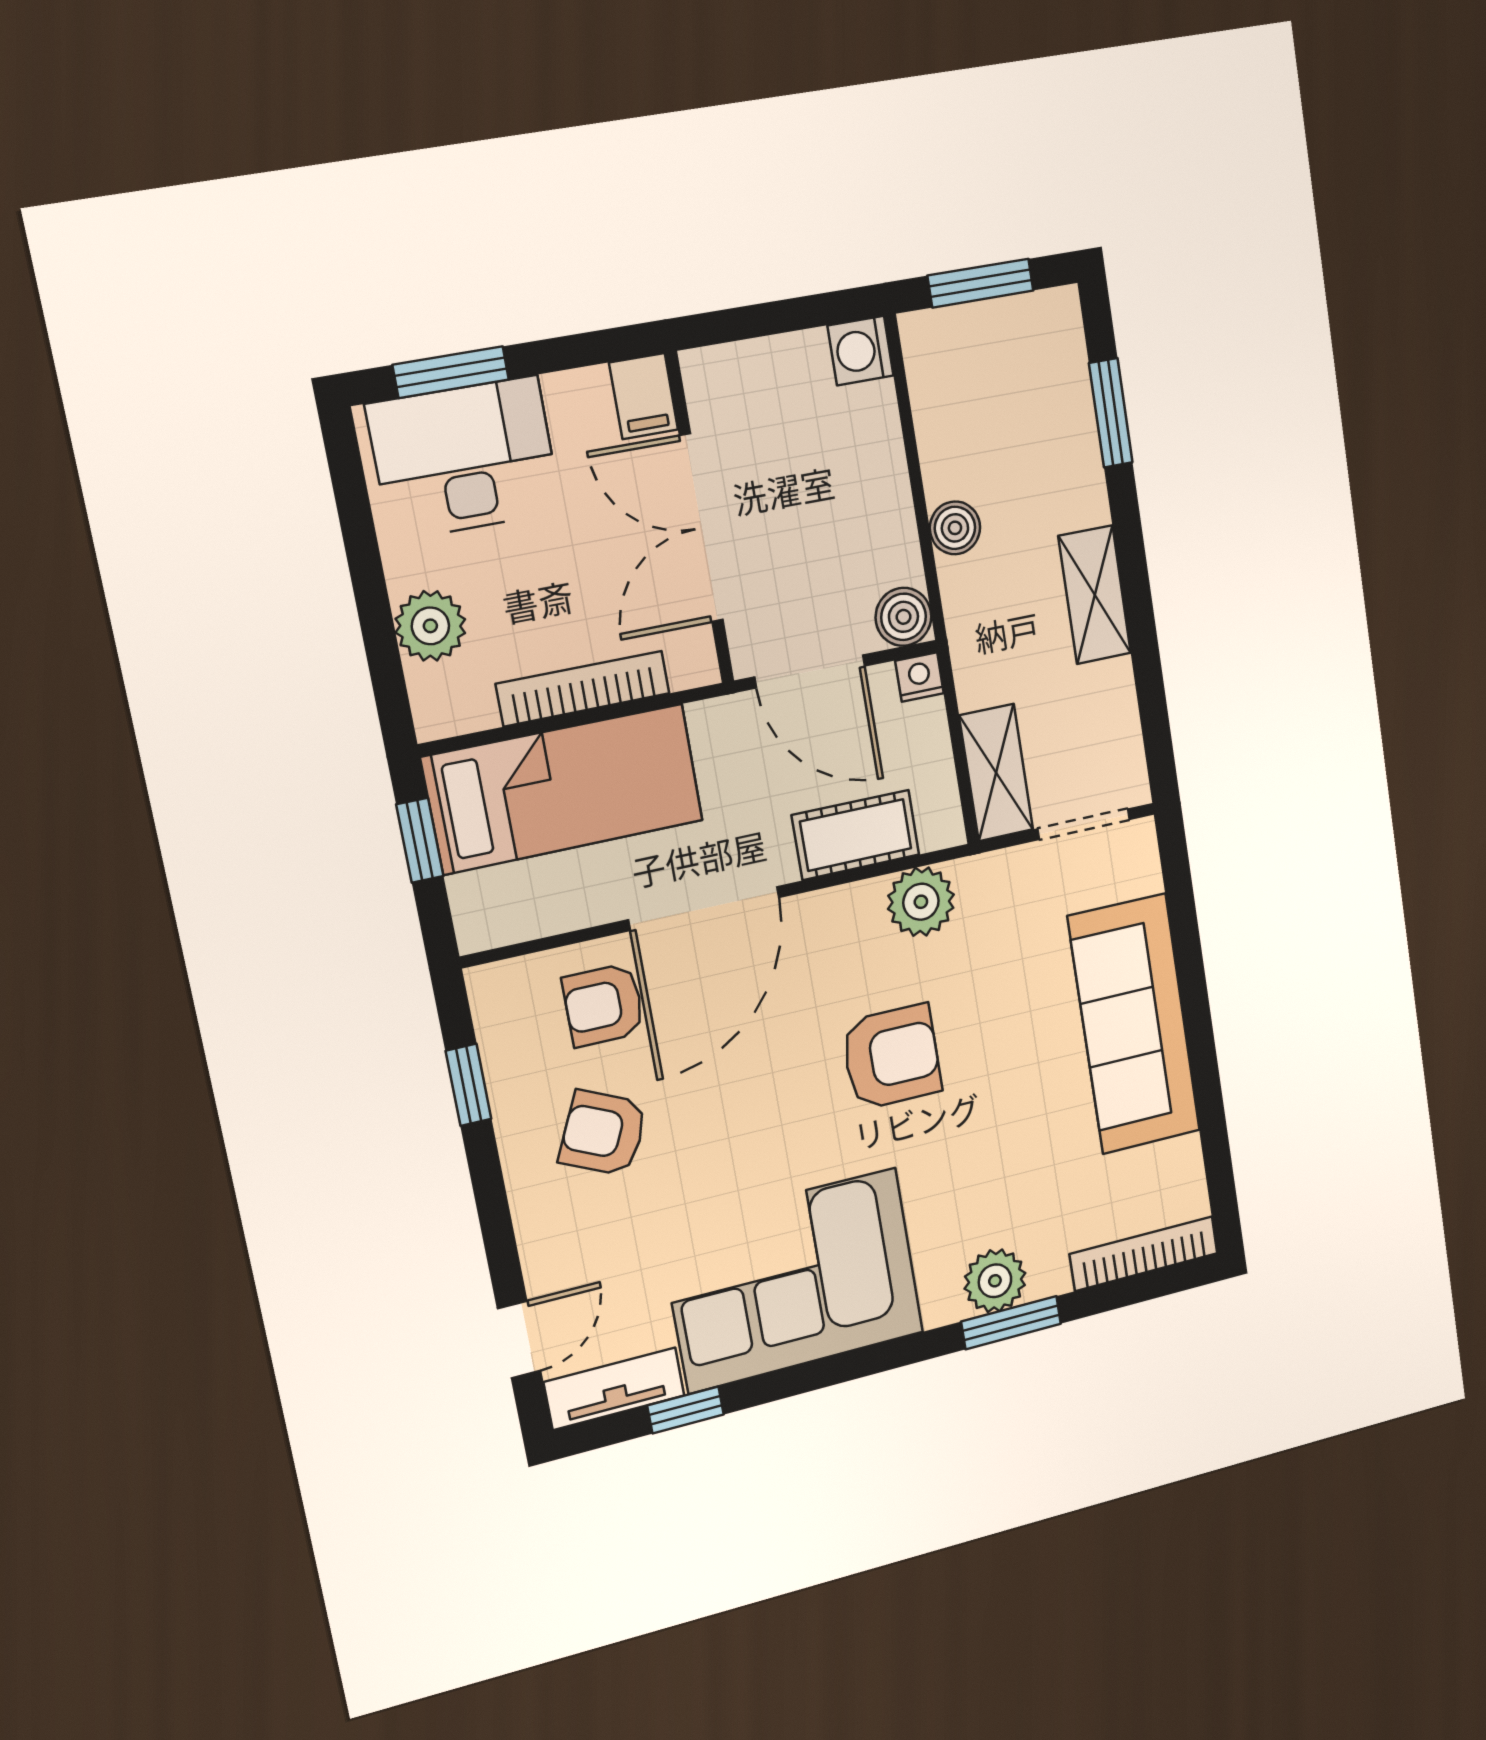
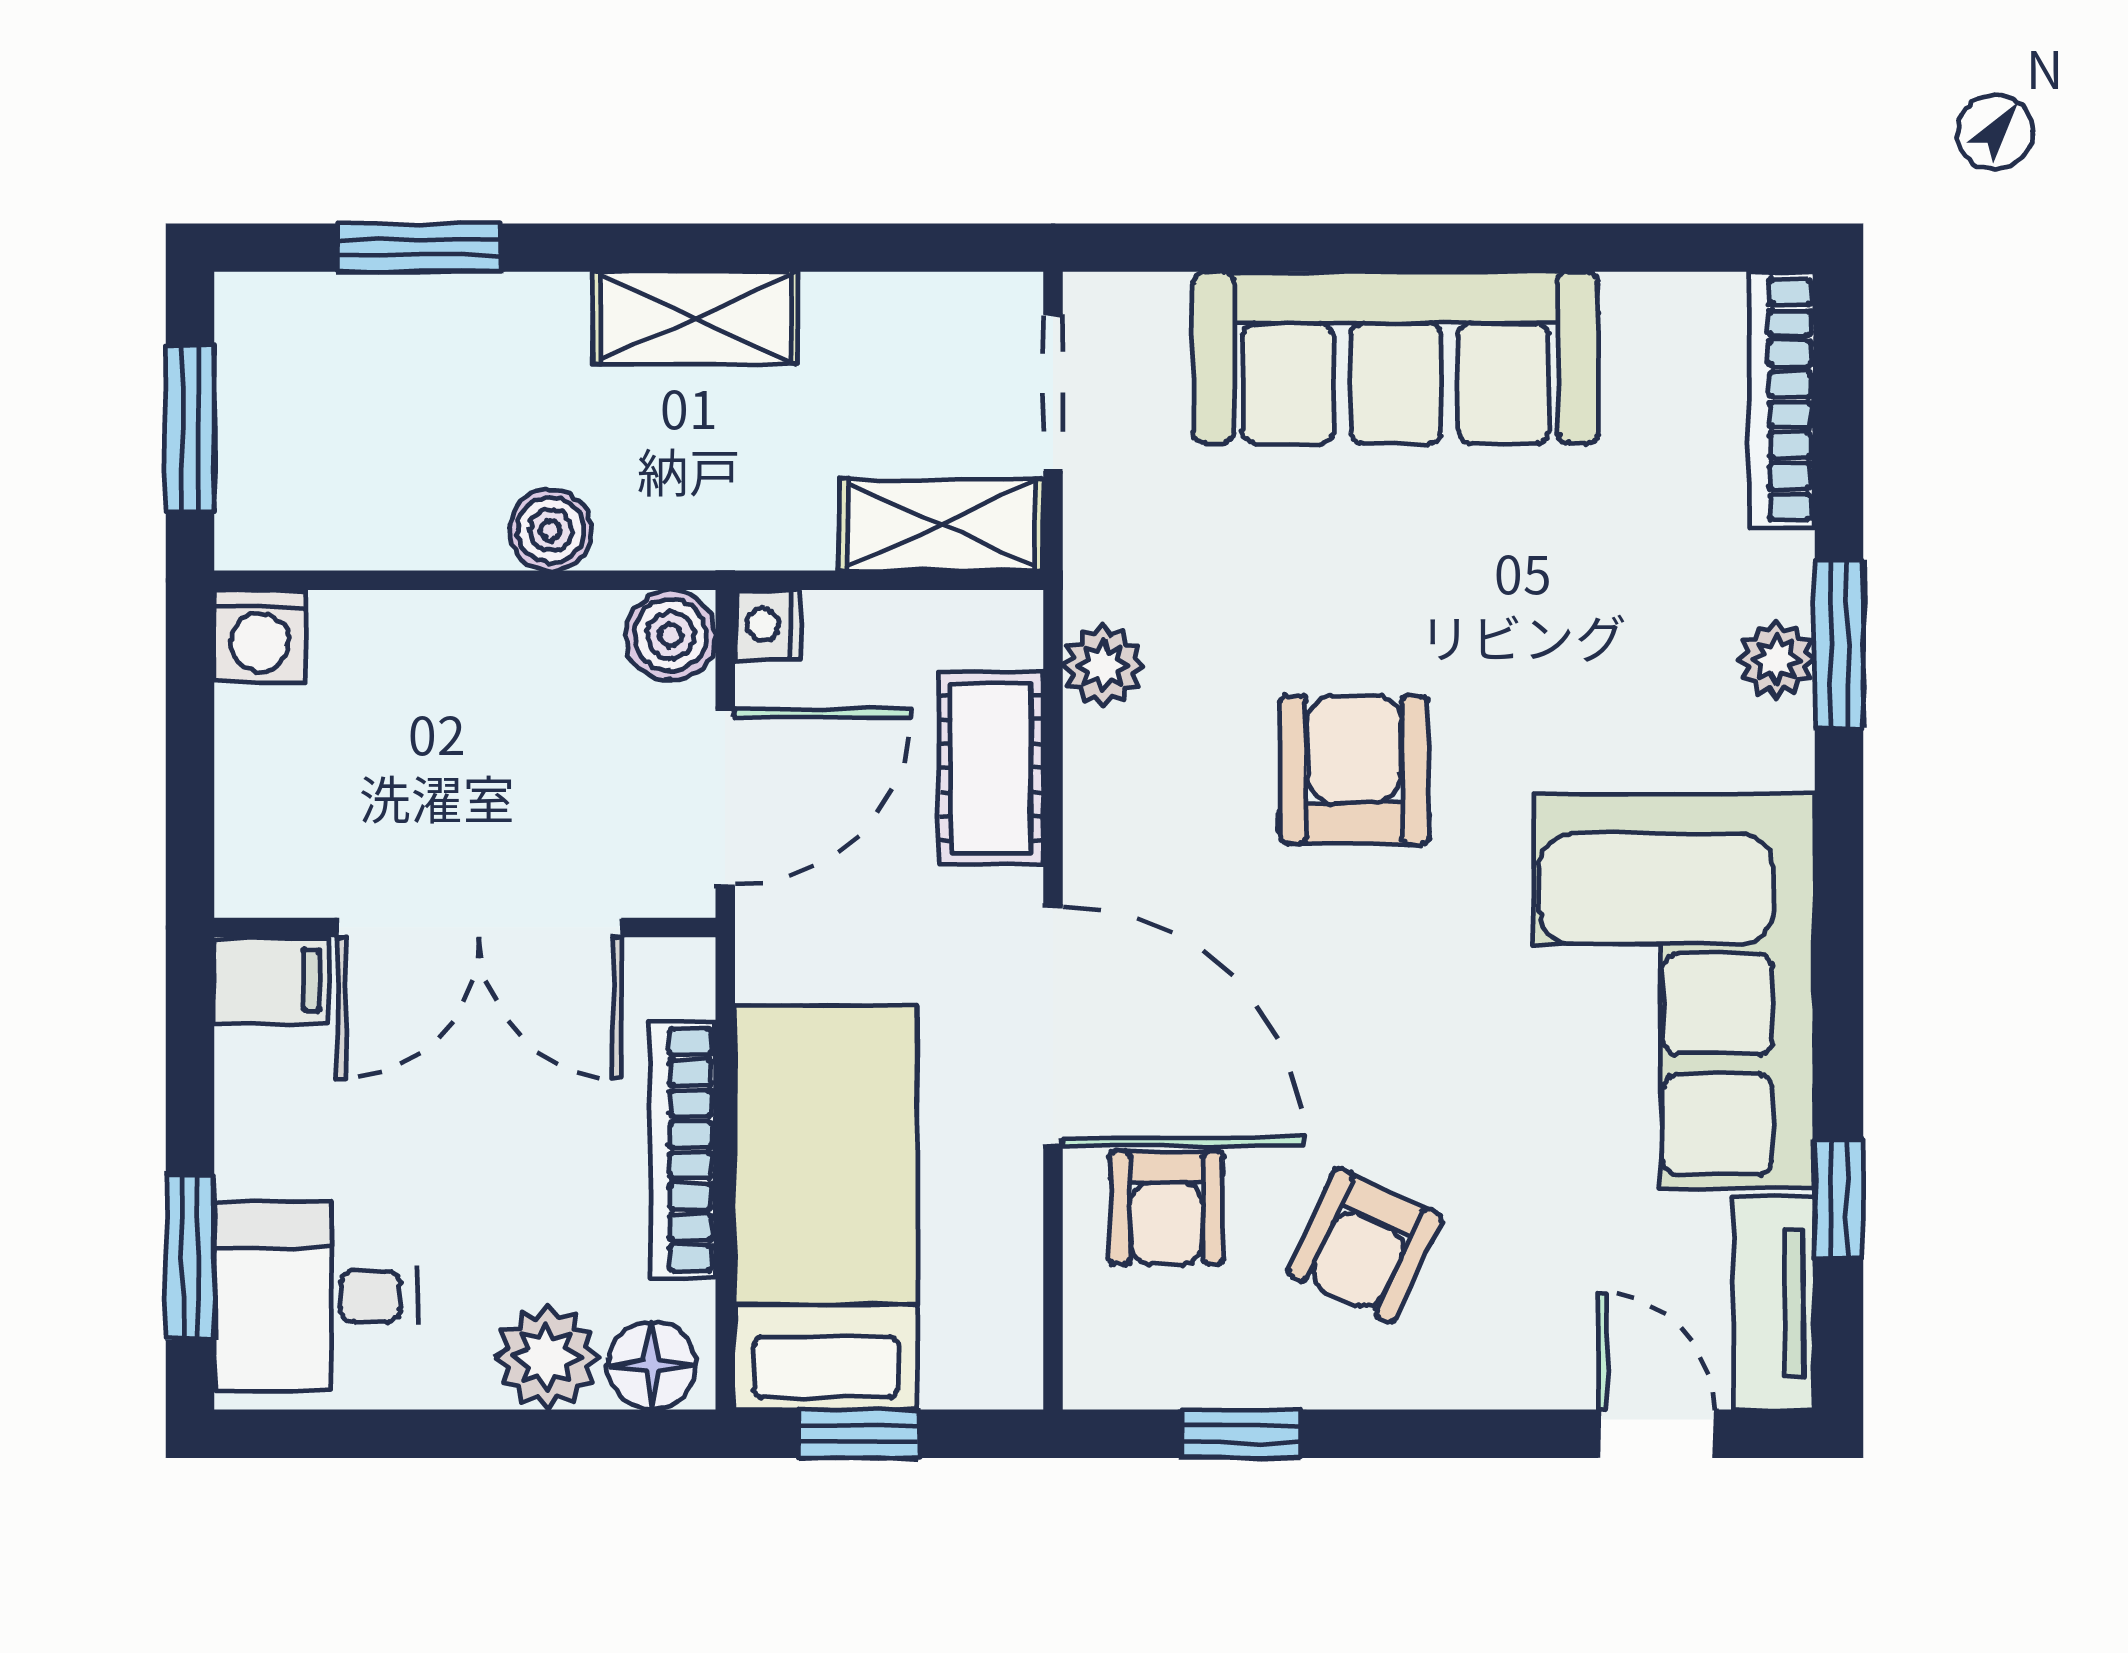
desk: (464, 458) -> (315, 1296), width x0.73
floor lamp: (438, 696) -> (652, 1366), added
plant: (921, 902) -> (1103, 666), width x0.73, depth x0.73
plant: (995, 1281) -> (1776, 660), width x0.73, depth x0.73

